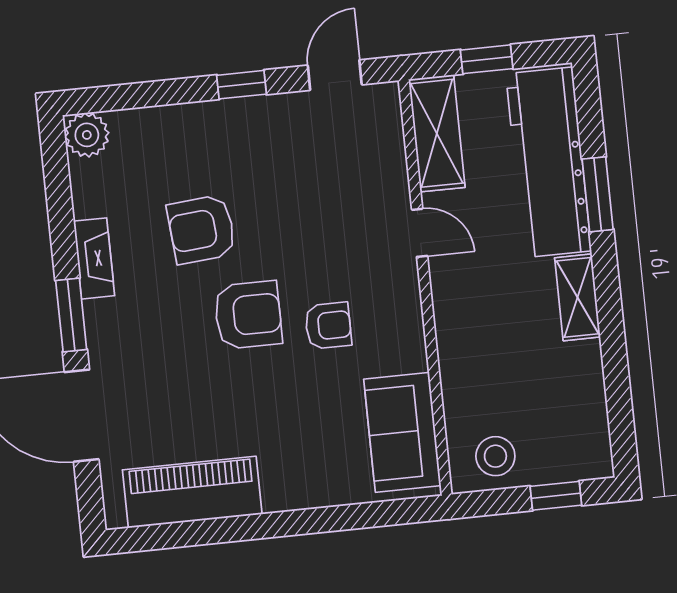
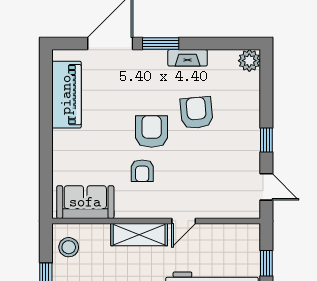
shelving: (437, 133) -> (139, 235), moved
armchair: (248, 315) -> (152, 131), turned 180

